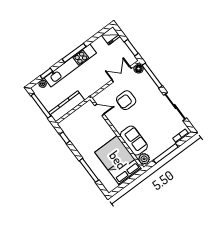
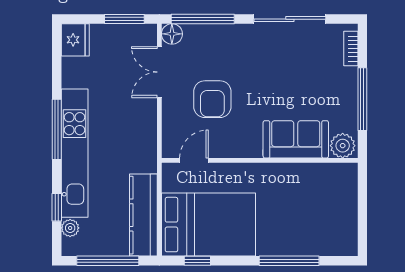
bed: (118, 160) -> (208, 225), moved, turned 180

